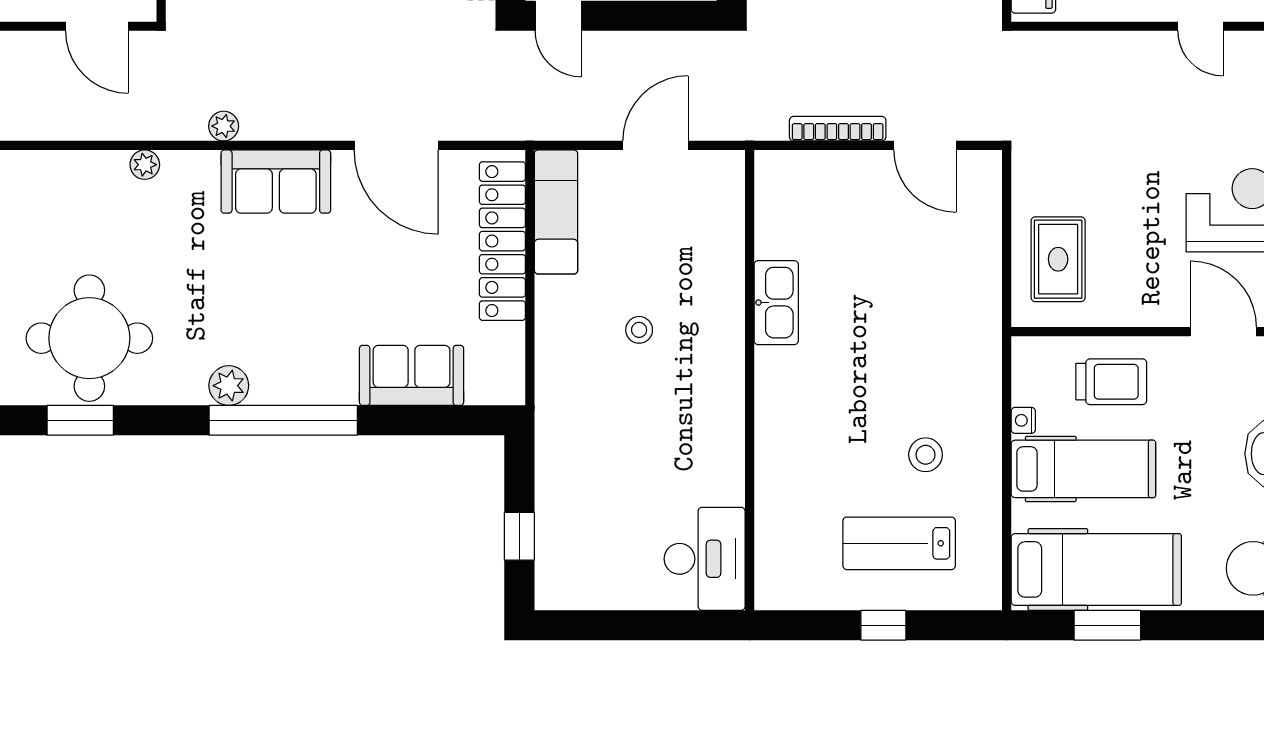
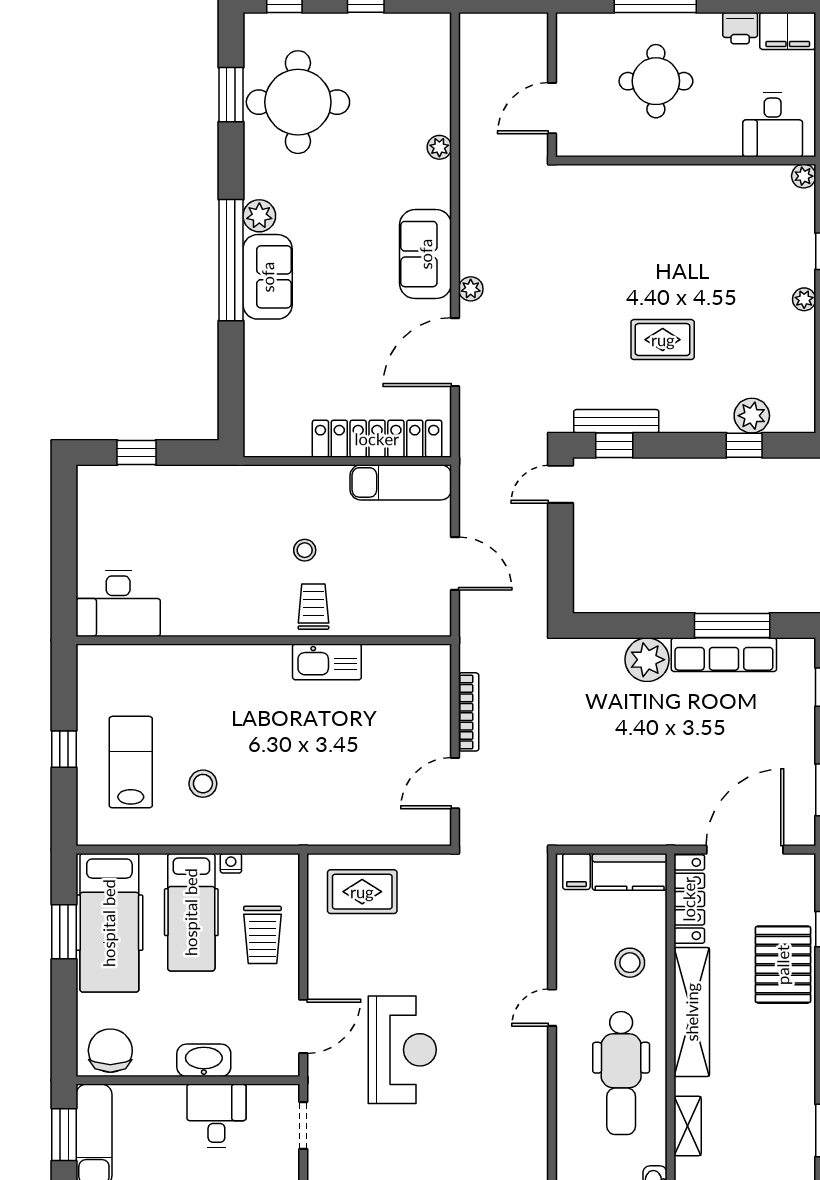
plant: (224, 126) -> (471, 289), moved
trolley: (708, 319) -> (313, 607), added
sofa: (412, 375) -> (268, 277), moved

